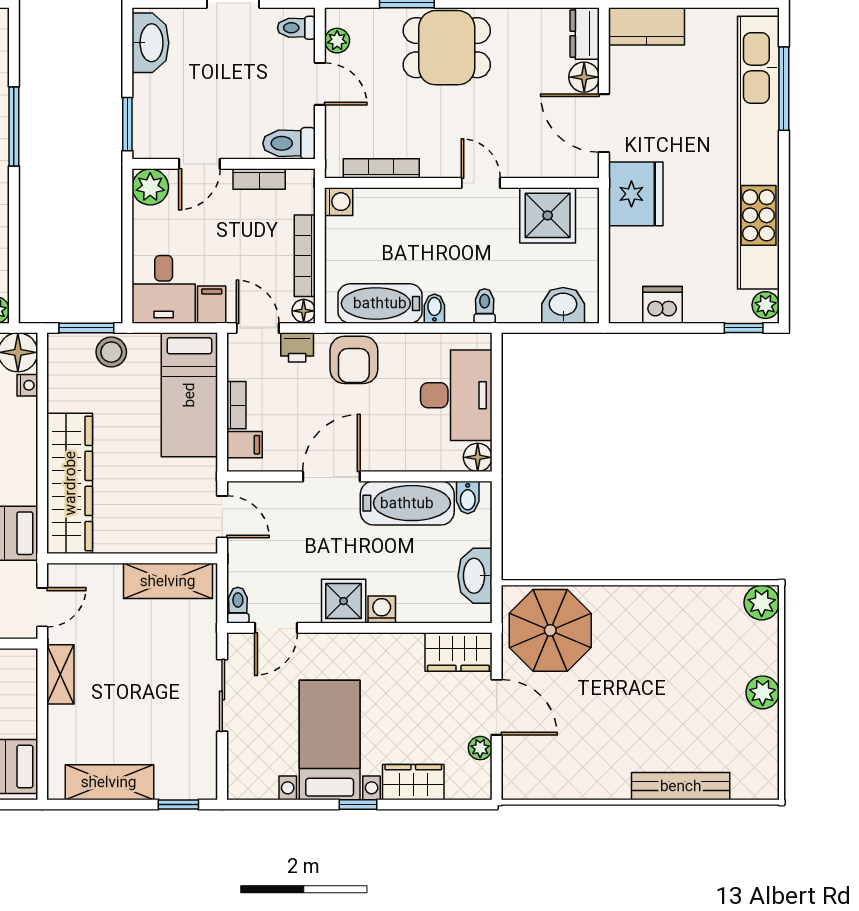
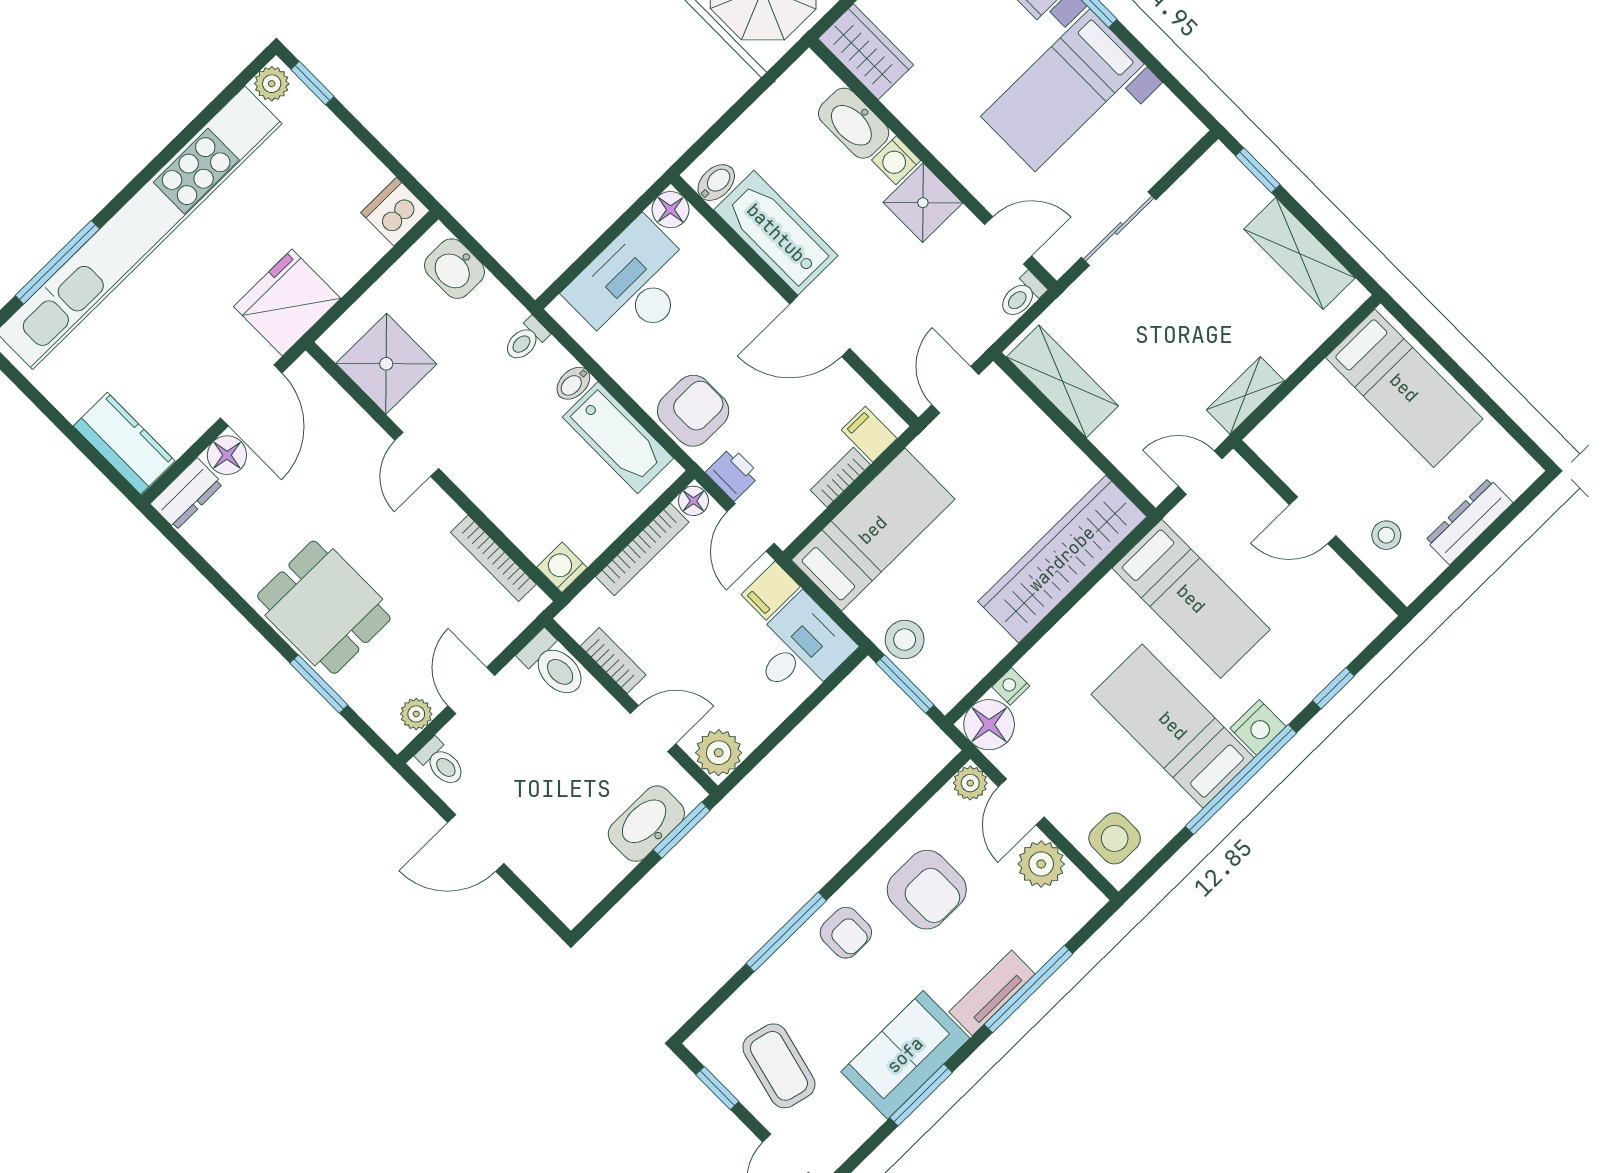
washbasin: (150, 43) -> (646, 824), moved
dishwasher: (662, 305) -> (395, 212), moved, turned 90
washbasin: (475, 576) -> (854, 123), moved, turned 90

